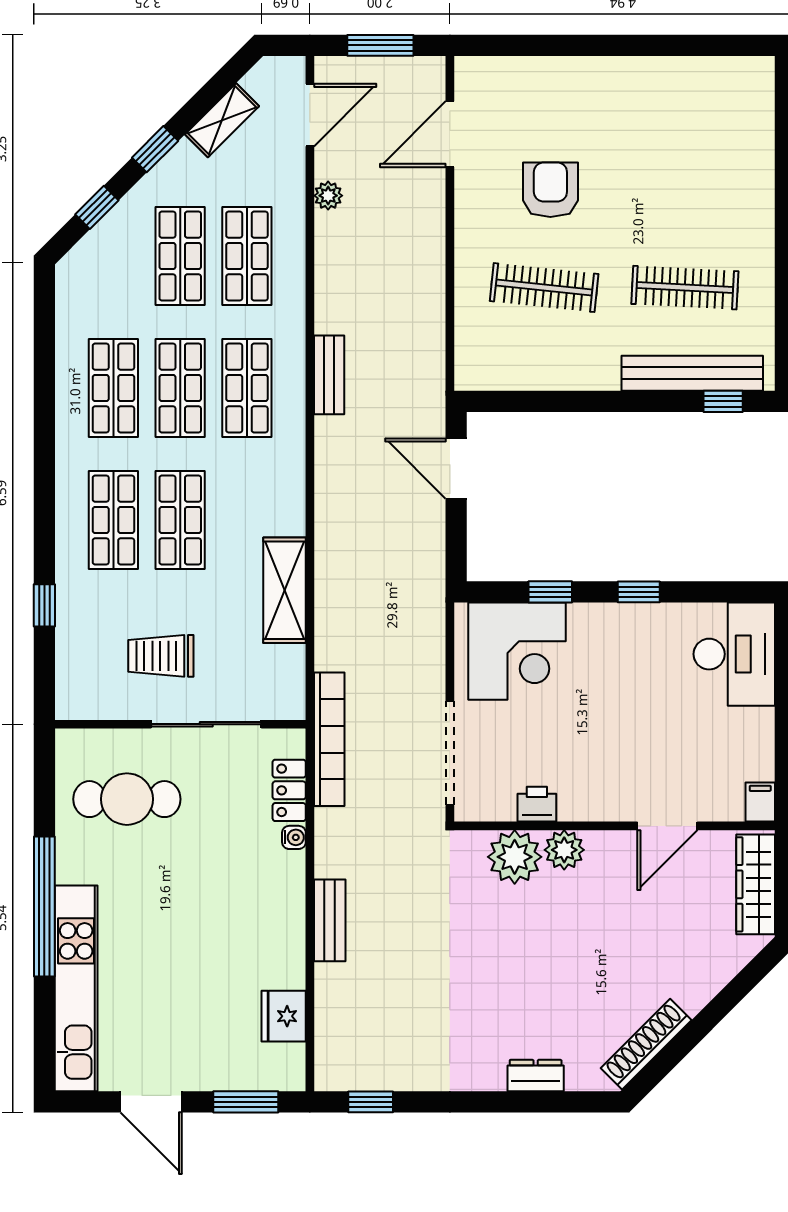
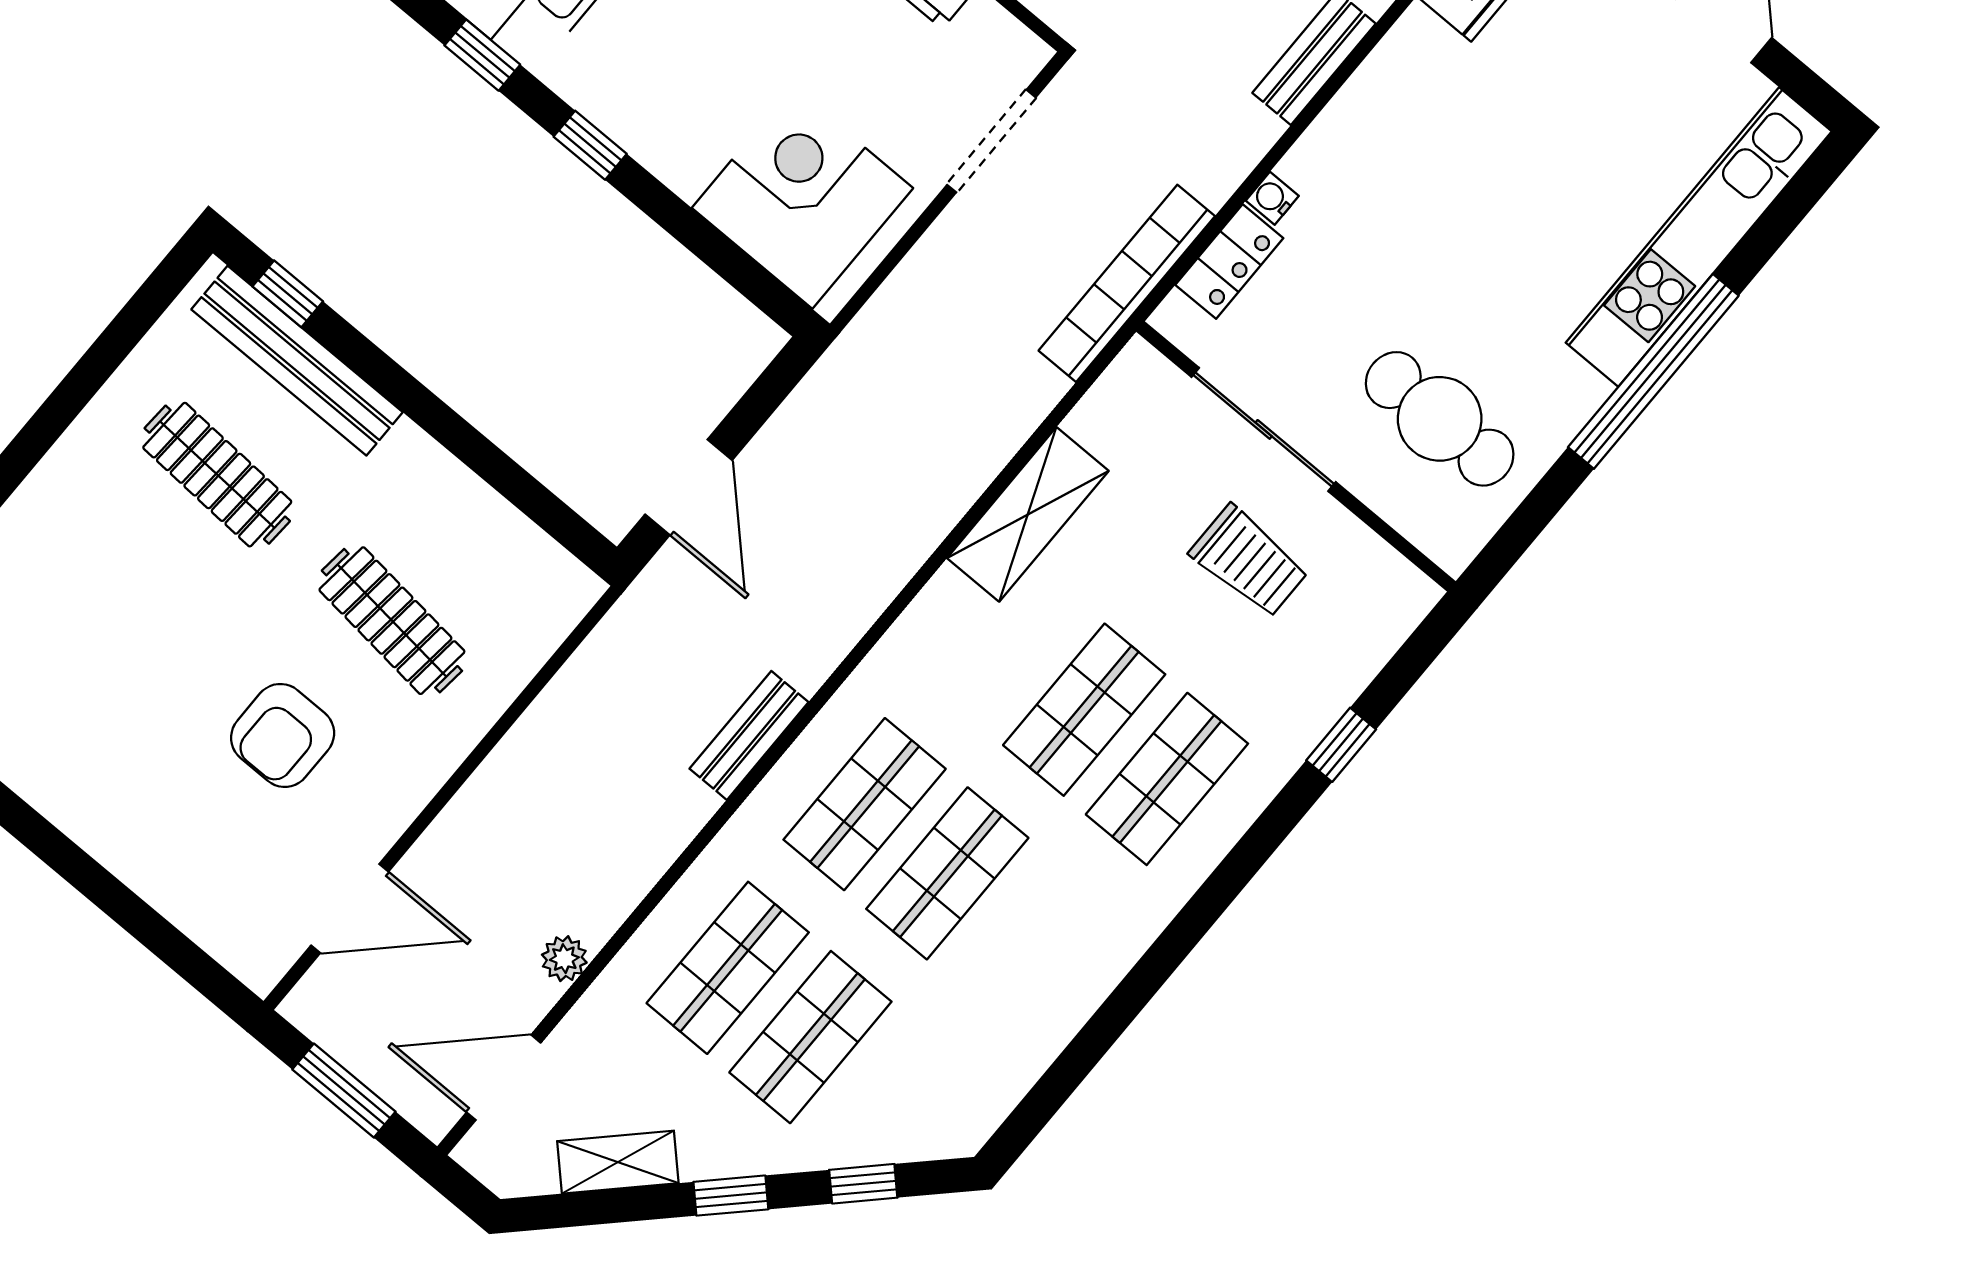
shop shelf: (113, 388) -> (1030, 943), removed
window: (550, 592) -> (482, 55), moved
doorway: (450, 753) -> (991, 141), width x0.73

